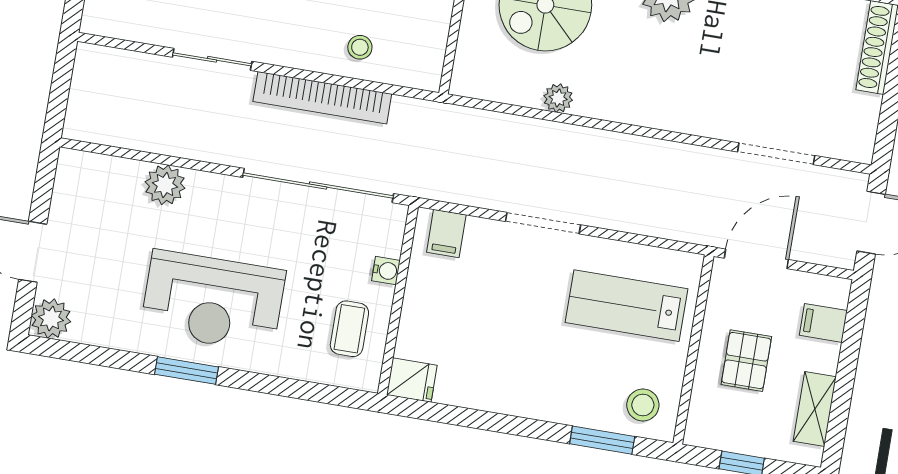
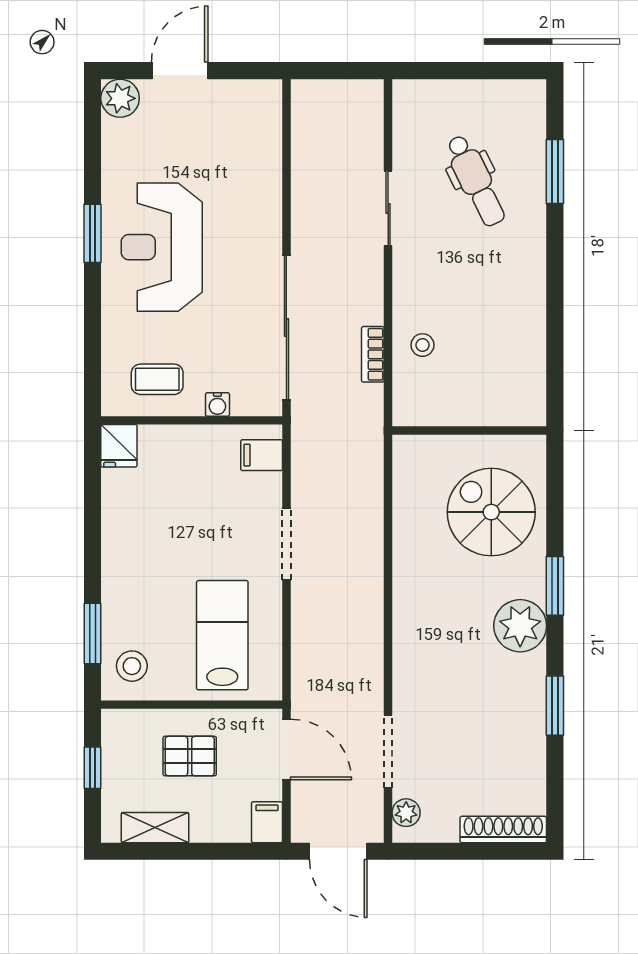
bookcase: (322, 98) -> (373, 354), width x0.43, depth x0.76
plant: (558, 98) -> (406, 813), moved
plant: (165, 185) -> (263, 184), removed
filing cabinet: (823, 323) -> (267, 822), moved

